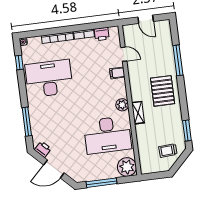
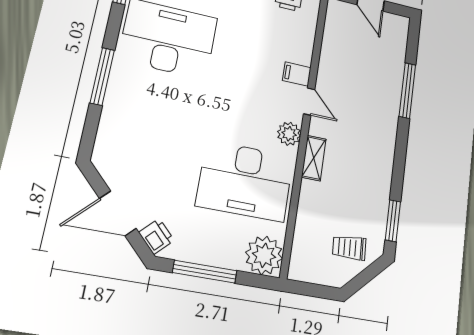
door: (124, 54) -> (309, 102), moved
pallet: (163, 91) -> (368, 134), removed
window: (27, 122) -> (102, 76), moved
printer: (43, 149) -> (156, 236), moved

